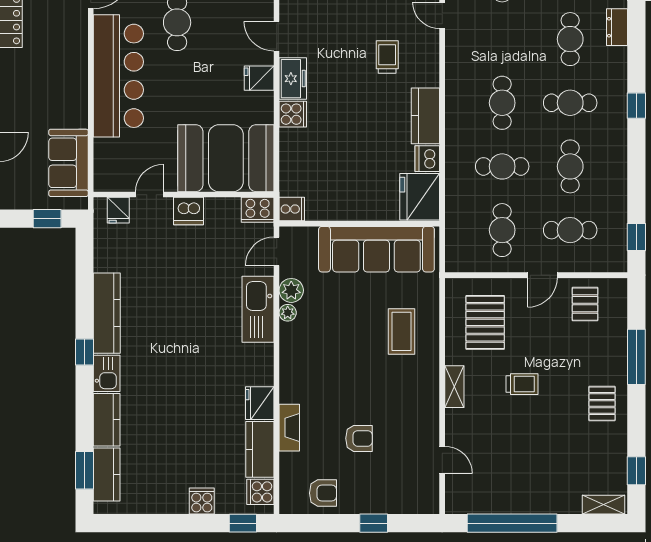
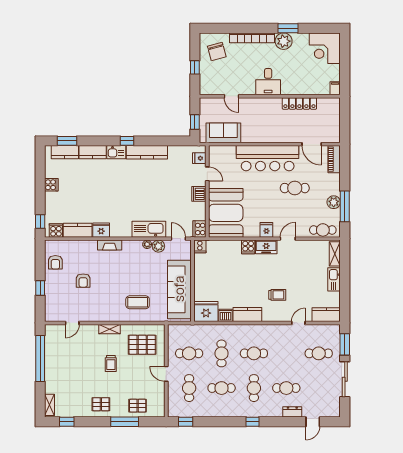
pallet: (585, 304) -> (138, 406), moved
fireplace: (289, 428) -> (110, 245), moved
cooker: (202, 501) -> (51, 185), moved

